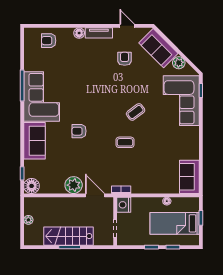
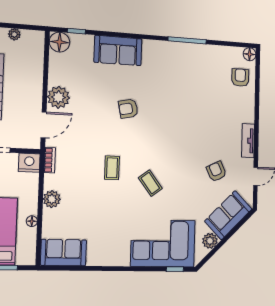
floor lamp: (79, 33) -> (250, 54), moved
armchair: (125, 59) -> (216, 171), turned -116
corner sofa: (42, 97) -> (173, 64), removed
armchair: (79, 131) -> (128, 109), turned -102
plant: (150, 187) -> (52, 199), added

